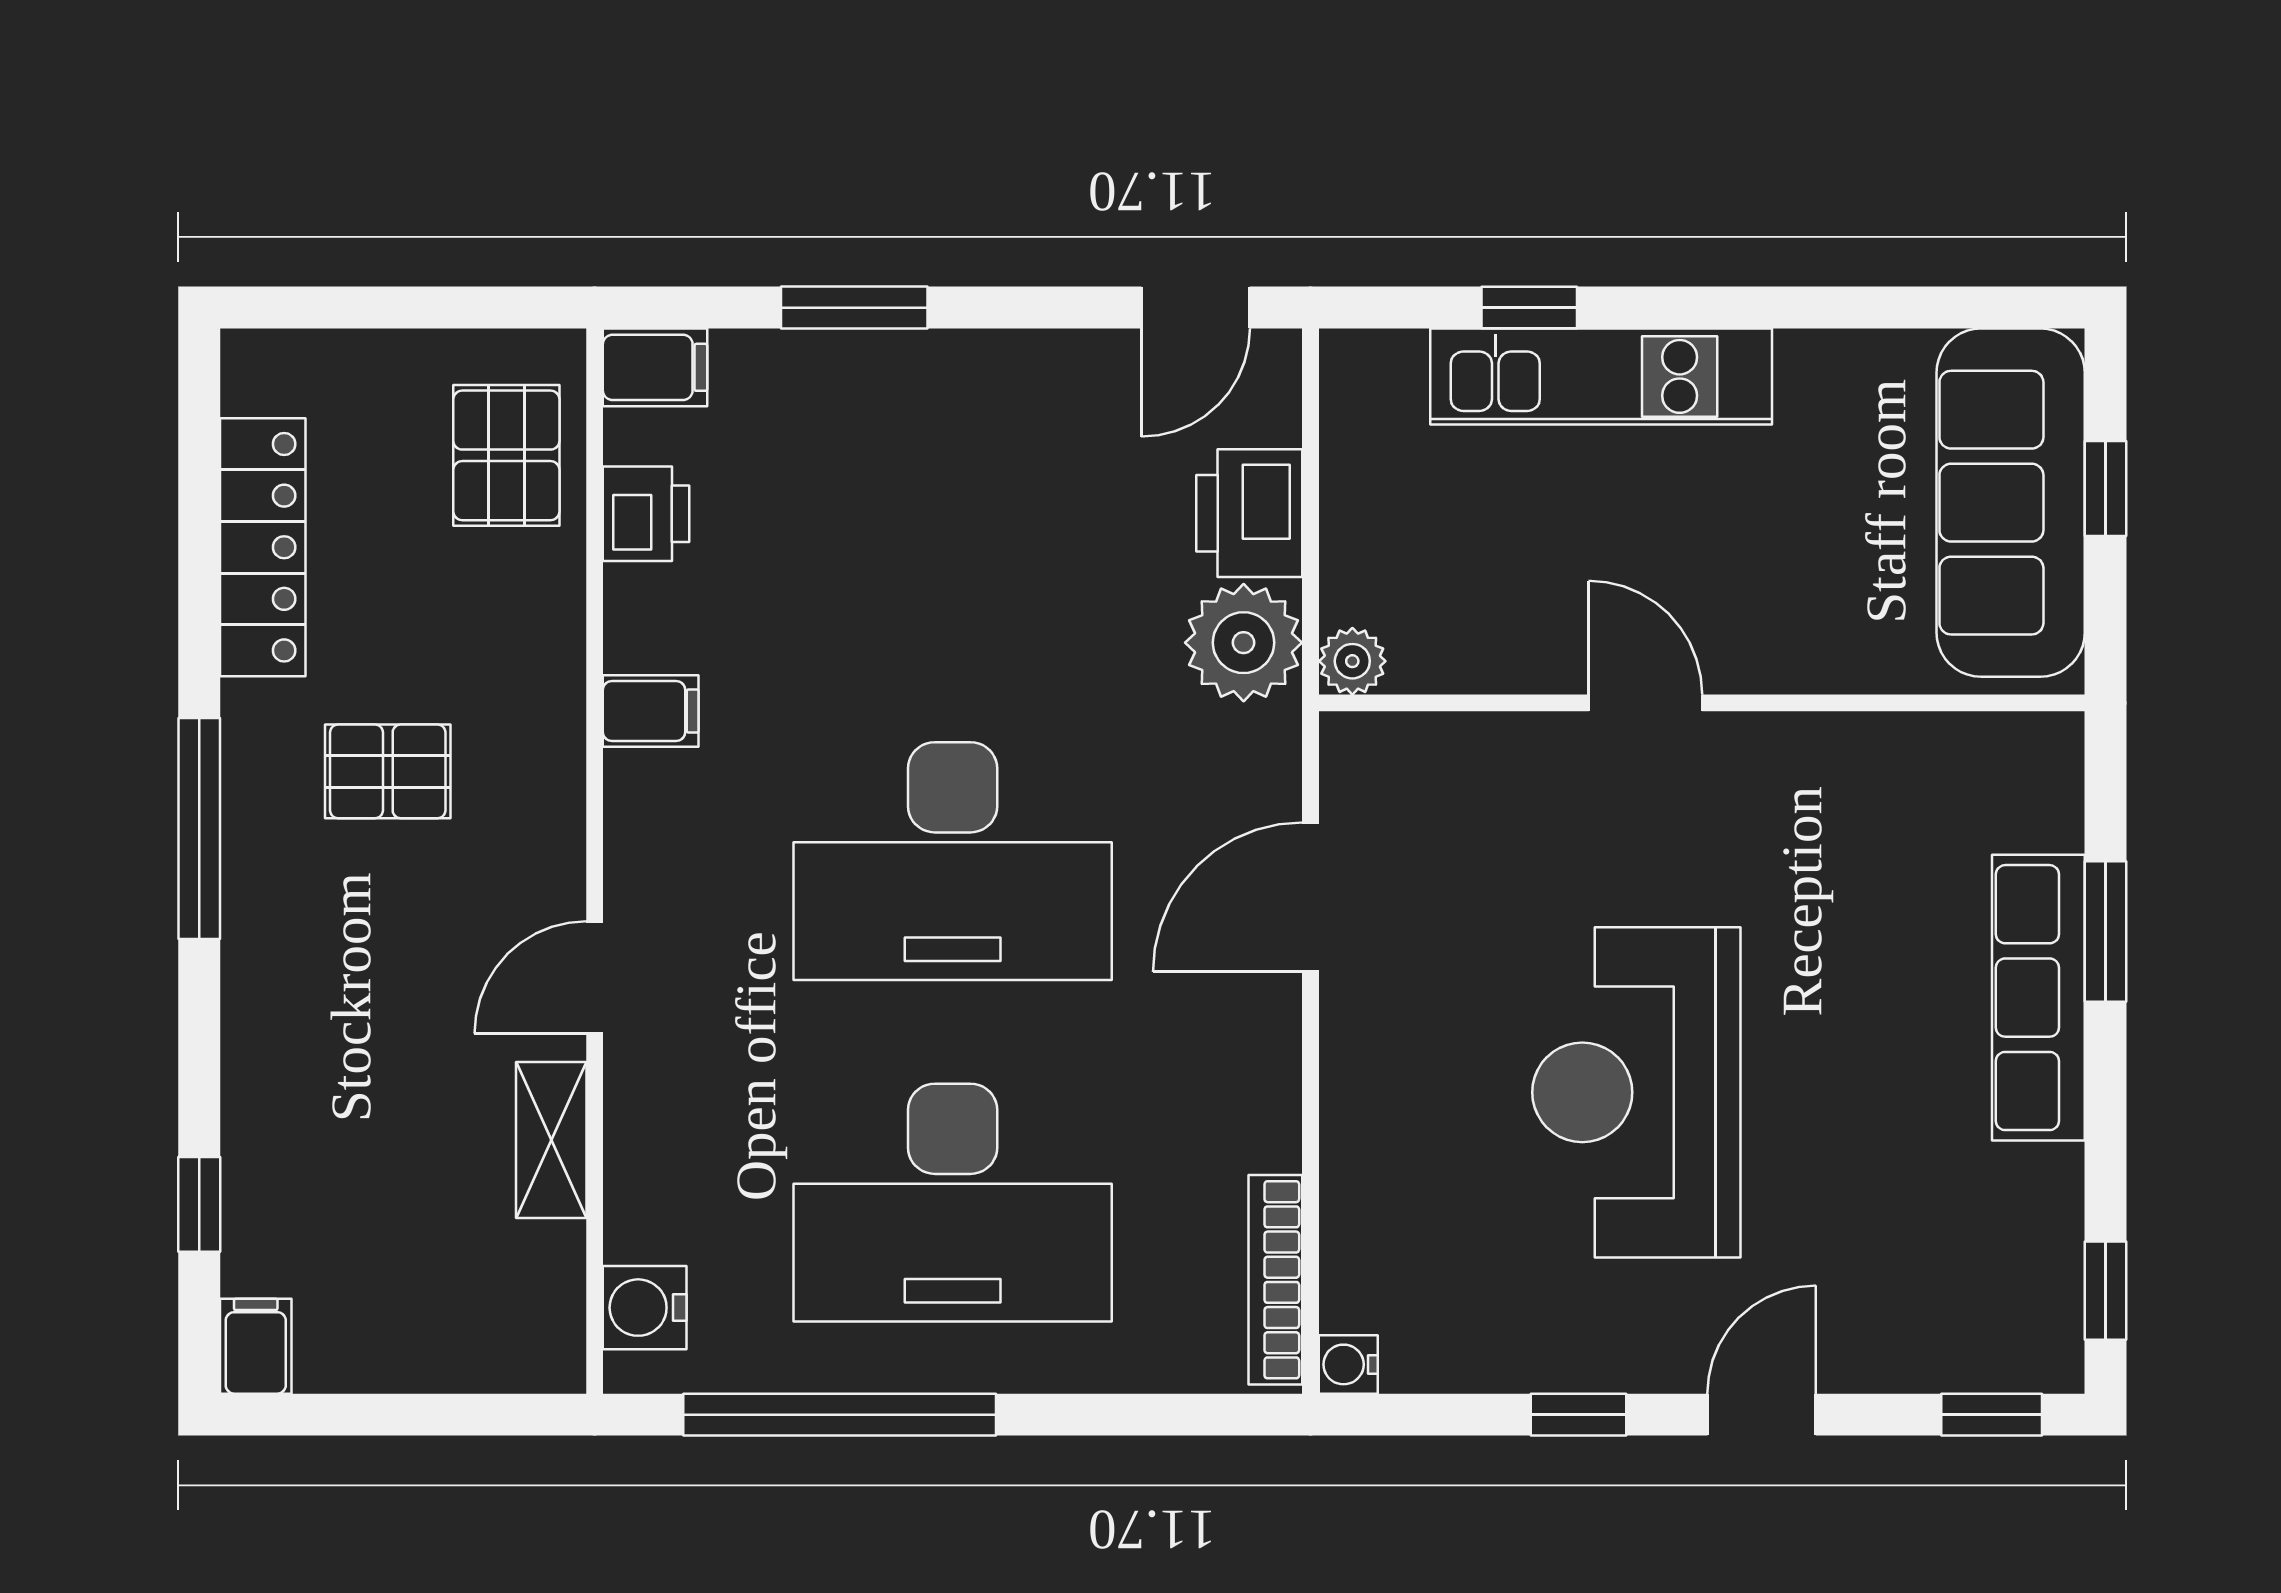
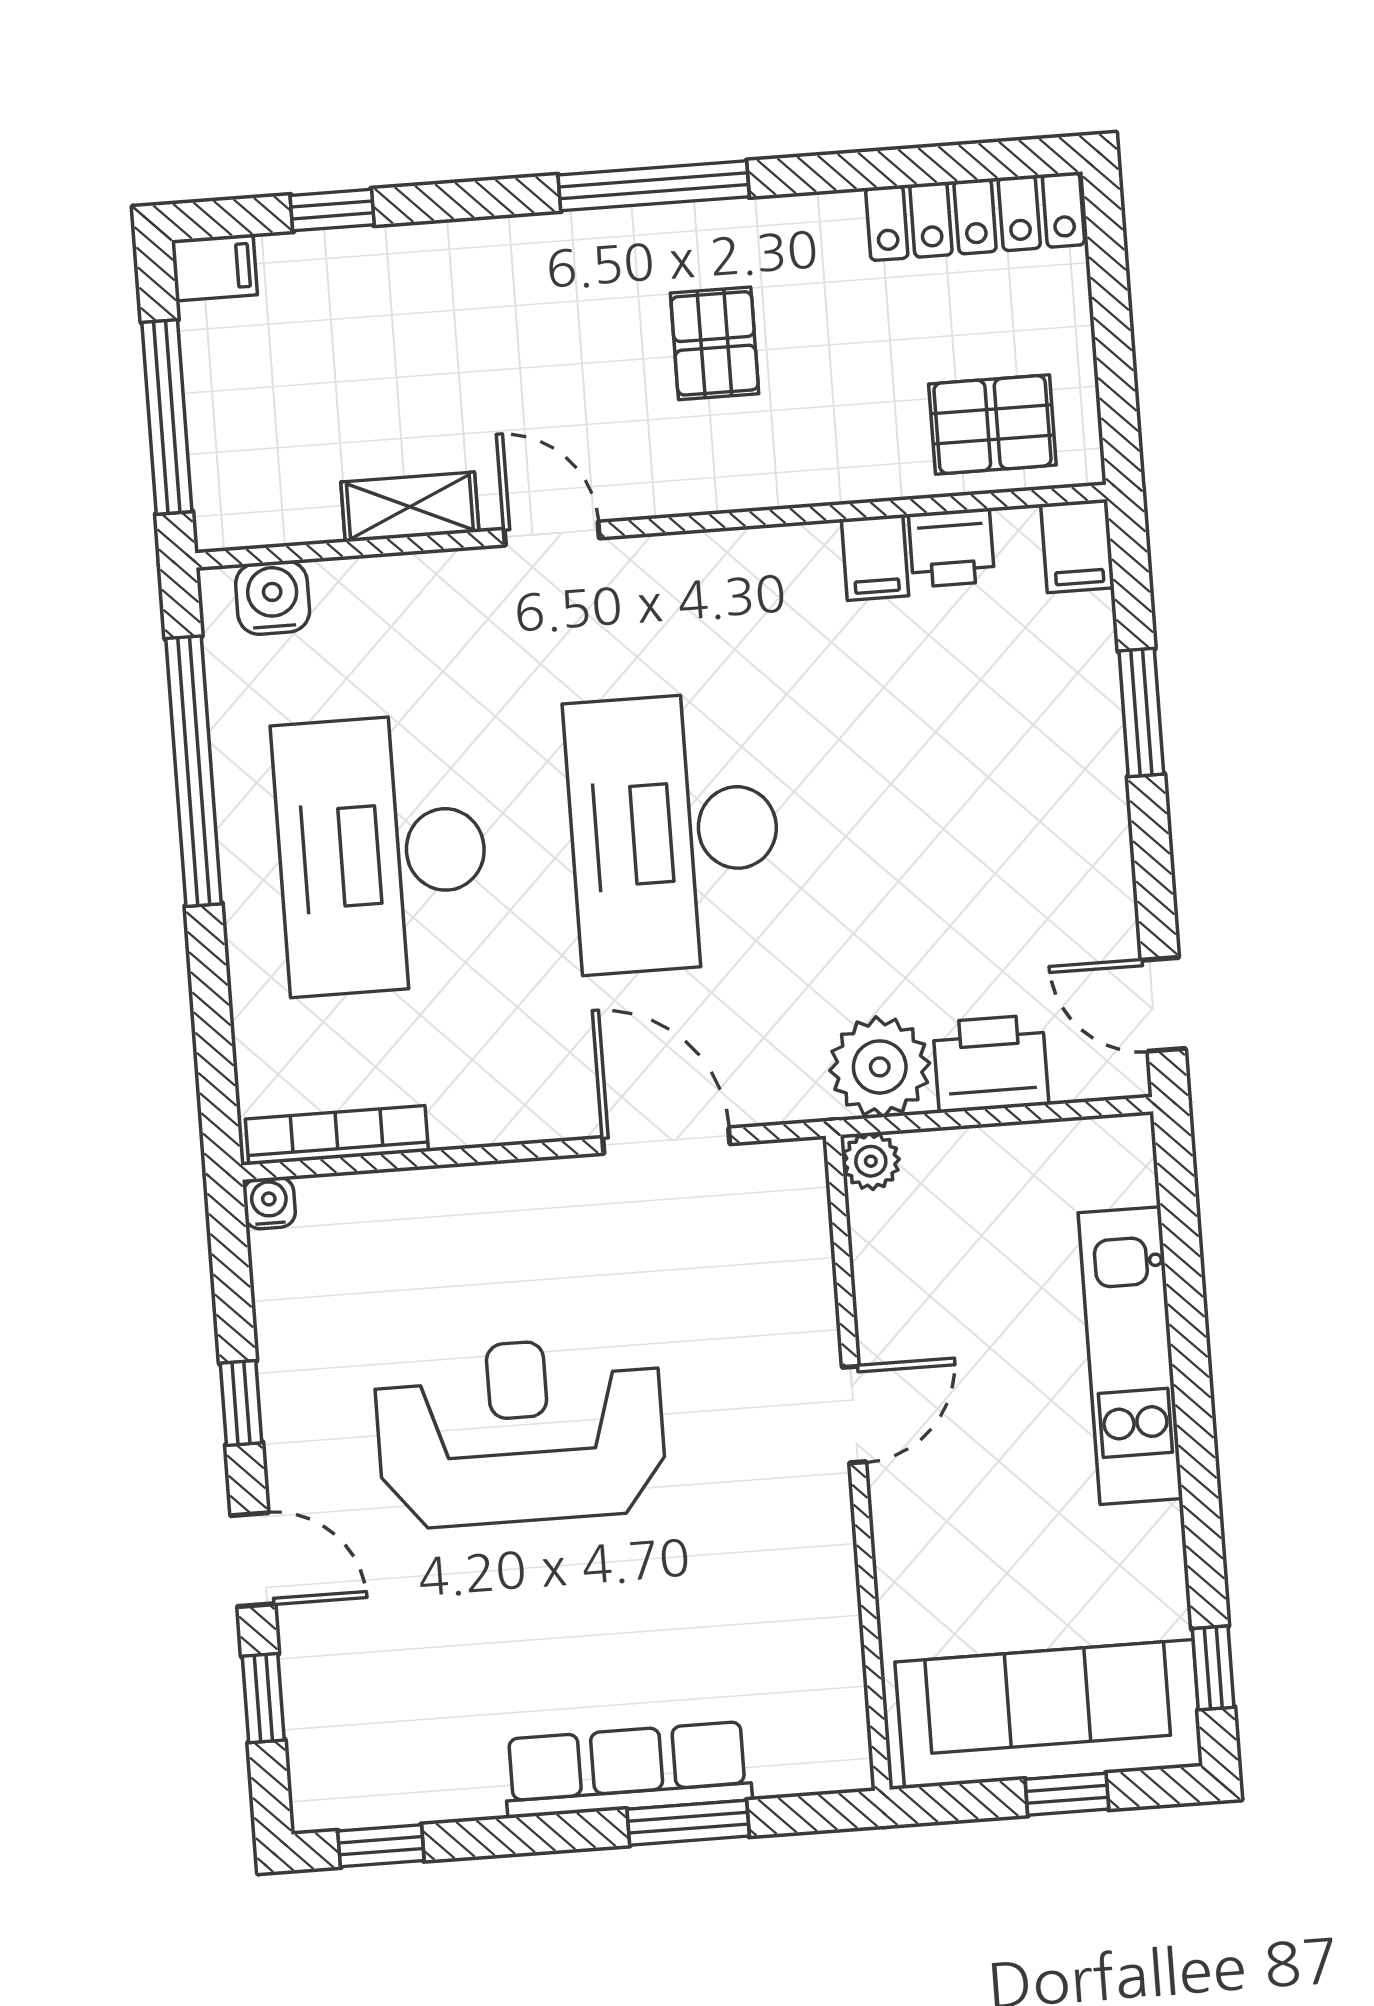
window: (1529, 308) -> (1213, 1668), moved
locker: (263, 547) -> (975, 216), moved
filing cabinet: (651, 711) -> (875, 557), moved
window: (425, 1415) -> (167, 417), added
window: (1992, 1415) -> (263, 1698), moved

